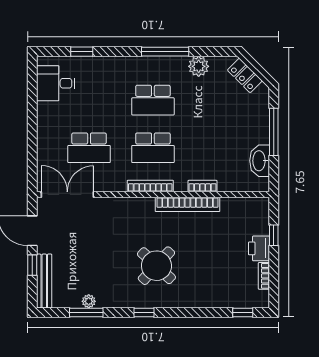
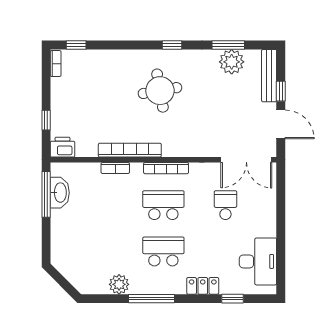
locker: (245, 75) -> (203, 286), moved, turned -45
desk: (56, 83) -> (258, 261), width x1.37
window: (274, 132) -> (46, 194), moved
school desk: (89, 148) -> (225, 205), width x0.54
printer: (259, 248) -> (63, 147), moved, turned -90
round table: (156, 266) -> (160, 91), turned 37
bookcase: (264, 276) -> (56, 64), moved
plant: (89, 301) -> (232, 62), width x1.87, depth x1.87

